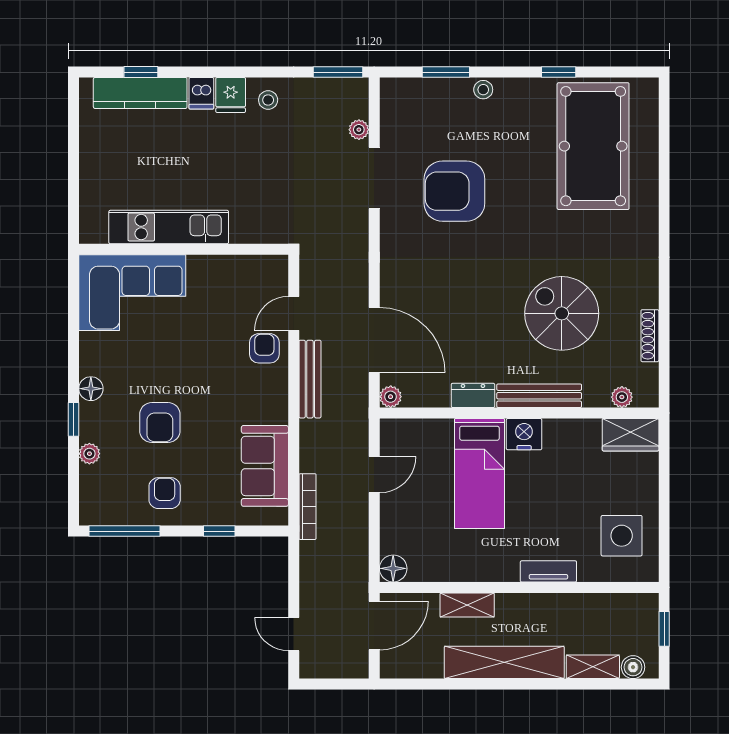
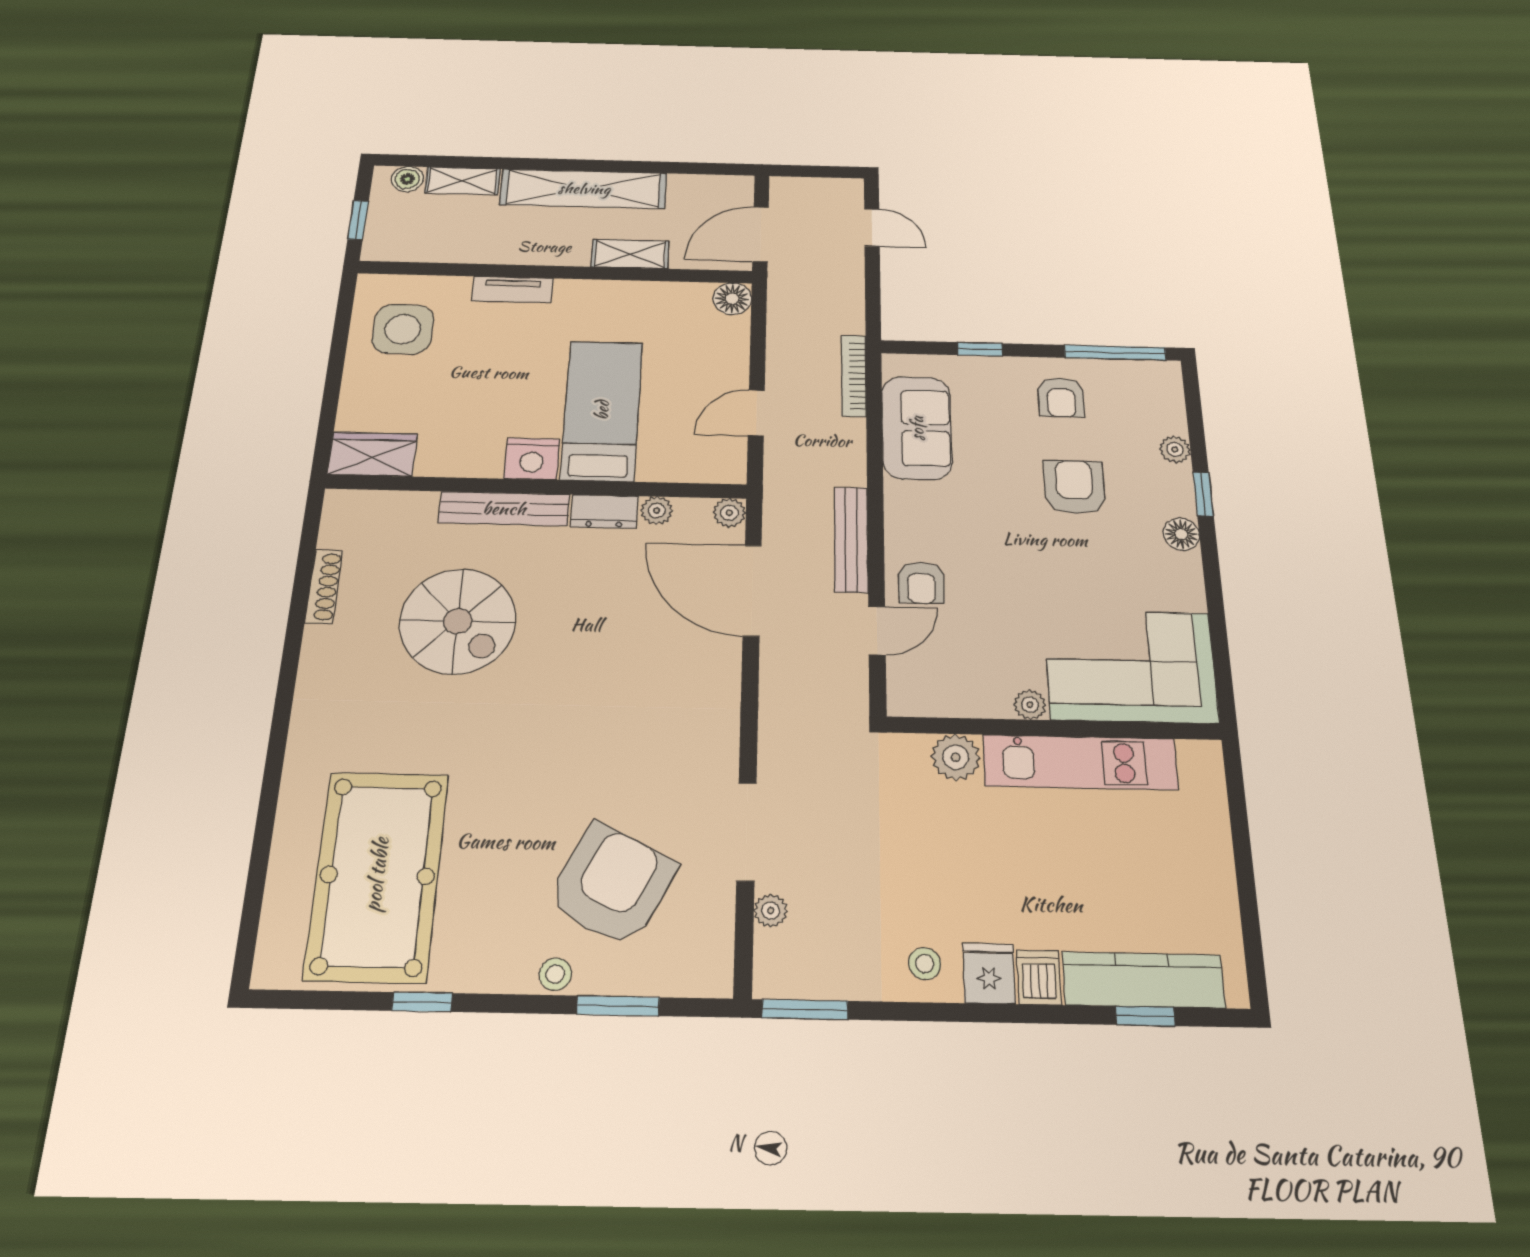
armchair: (454, 191) -> (612, 884), moved, turned -63
plant: (246, 229) -> (956, 757), added
plant: (198, 265) -> (1030, 705), added
plant: (622, 397) -> (657, 511), moved

